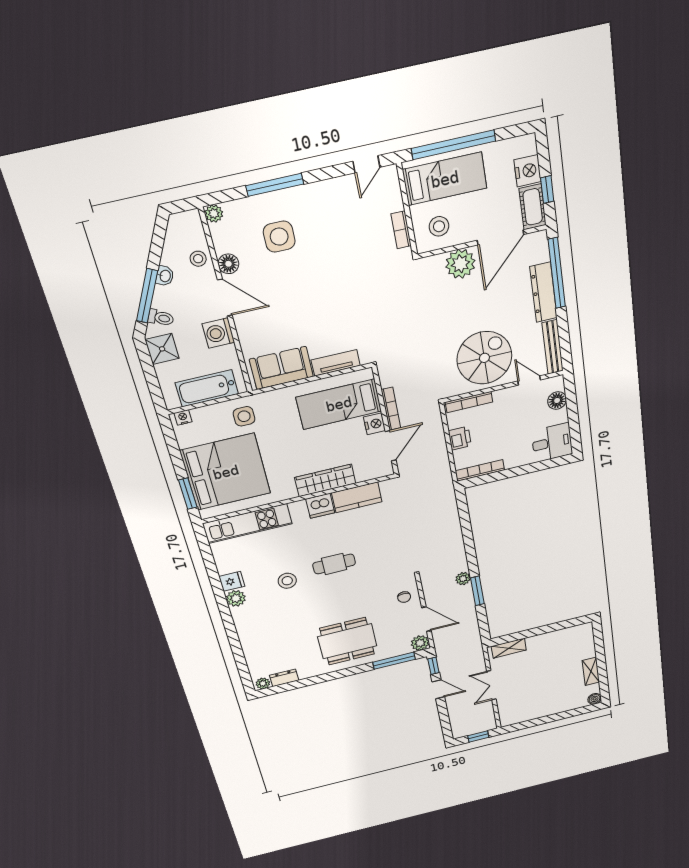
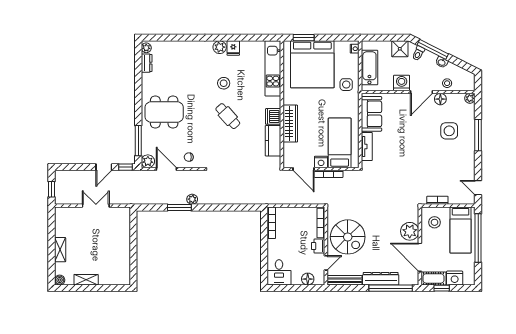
printer: (460, 438) -> (318, 246), moved, turned 90
cafe table: (334, 564) -> (228, 116), turned -42
door: (426, 619) -> (166, 169), swing flipped
dining table: (347, 641) -> (164, 112), turned 90
shelving: (509, 648) -> (60, 250), moved

